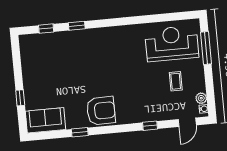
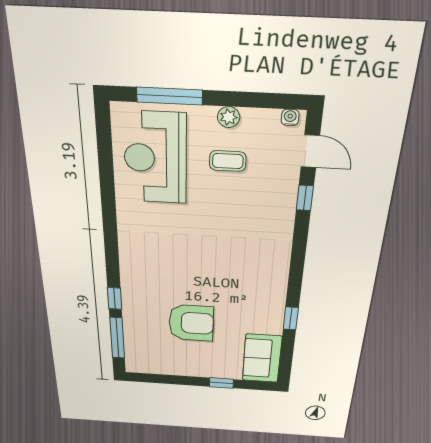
window: (46, 29) -> (117, 338), width x2.17
plant: (201, 98) -> (229, 117), moved
armchair: (101, 111) -> (191, 323), moved, turned 91
window: (150, 126) -> (305, 198), moved

